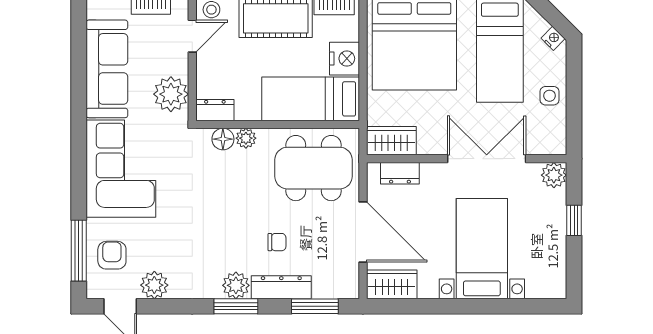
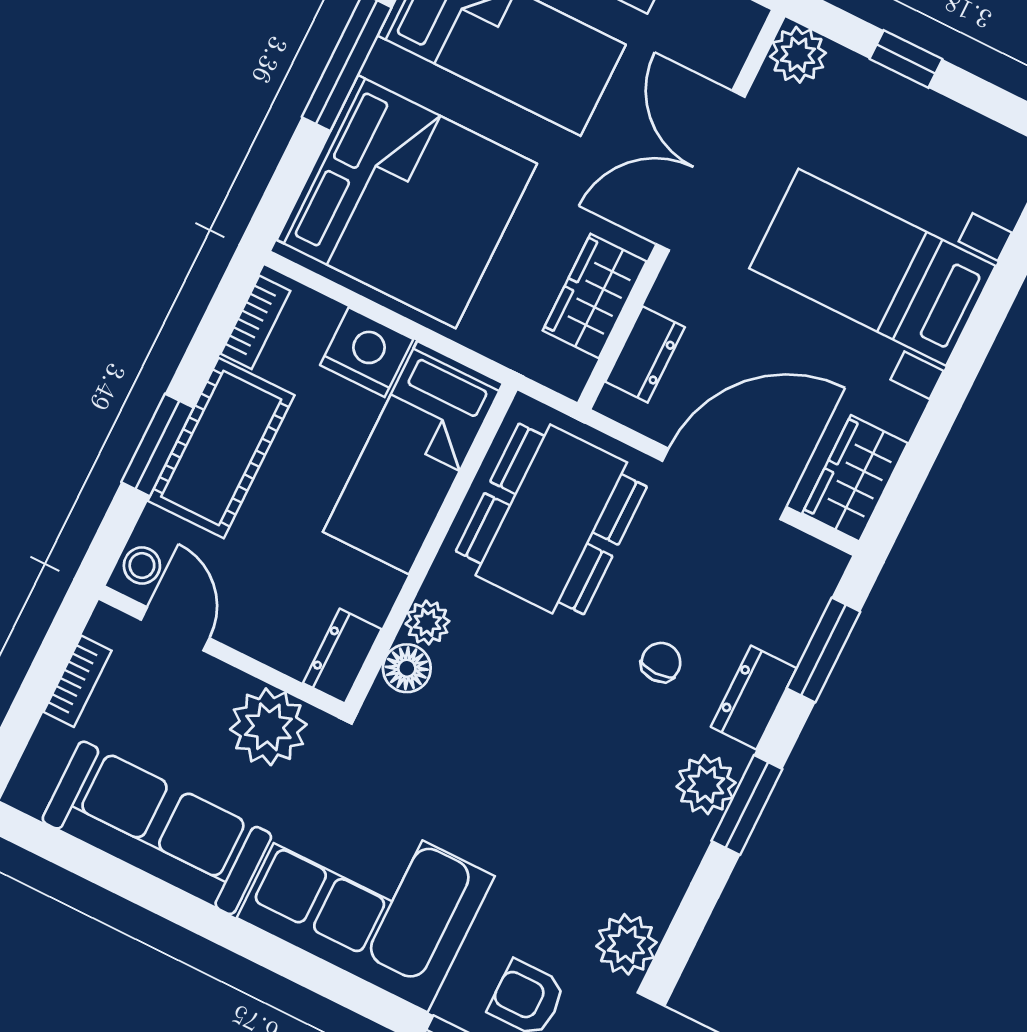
wardrobe: (391, 141) -> (595, 296), moved
dresser: (281, 287) -> (754, 697), width x0.70

